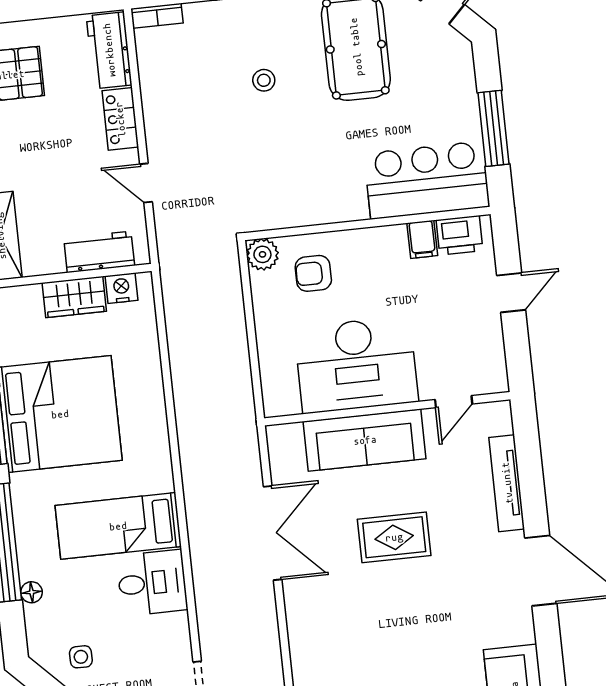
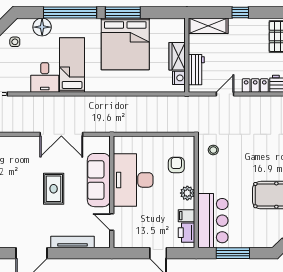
stool: (264, 80) -> (213, 150), moved
plant: (262, 254) -> (187, 193), moved
floor lamp: (32, 592) -> (42, 27), width x1.89, depth x1.89

